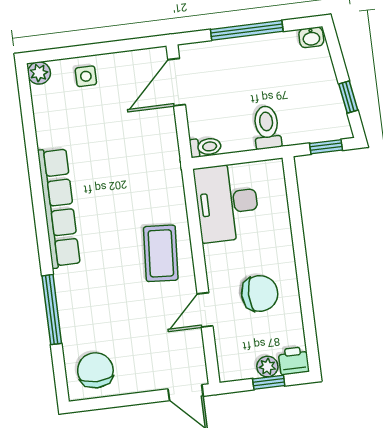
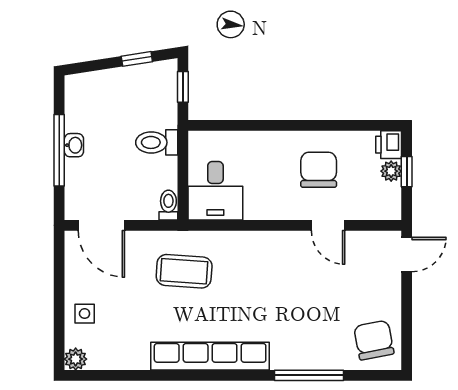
washbasin: (311, 37) -> (74, 145), moved
desk: (227, 203) -> (215, 191), width x0.73
coffee table: (161, 253) -> (184, 271), moved
chair: (95, 370) -> (374, 340), turned 79

